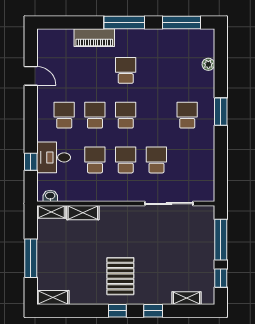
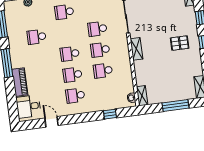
school desk: (126, 70) -> (37, 37), moved
door: (31, 76) -> (52, 122), hinge flipped
desk: (54, 157) -> (28, 106), moved, turned 90
shelving: (83, 213) -> (136, 49), moved
pallet: (120, 276) -> (180, 43), width x0.67, depth x0.71

